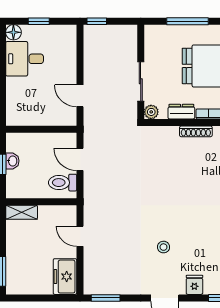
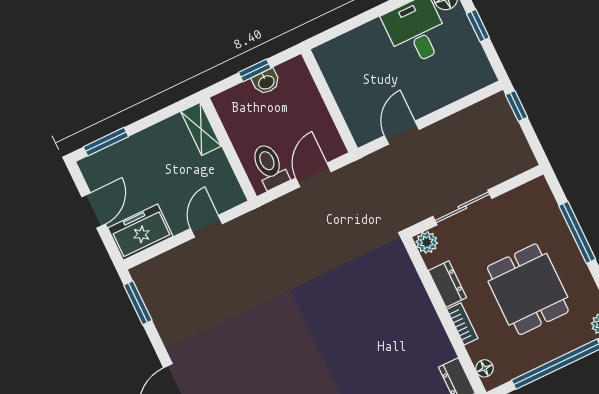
shoe rack: (196, 131) -> (430, 317), removed
stool: (163, 247) -> (247, 349), removed
door: (39, 298) -> (94, 210), added

